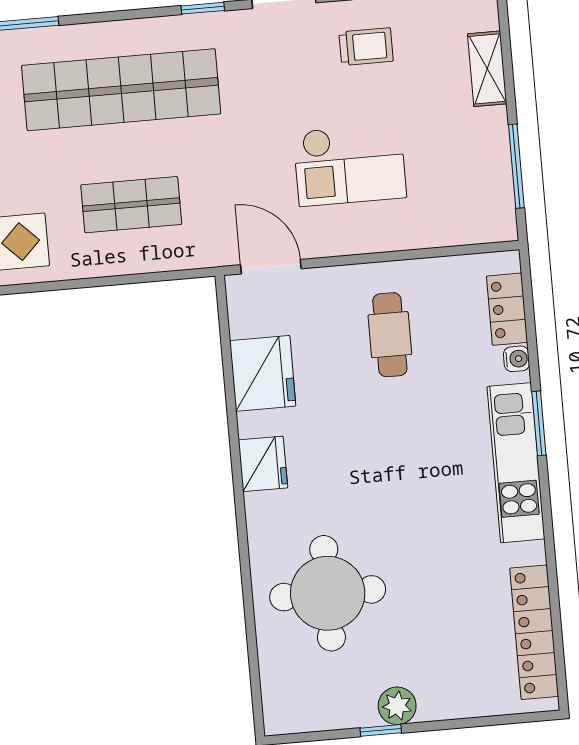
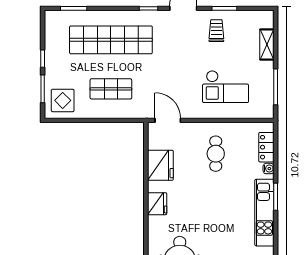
trolley: (366, 47) -> (216, 31), turned -90
checkout: (350, 165) -> (226, 87), moved

